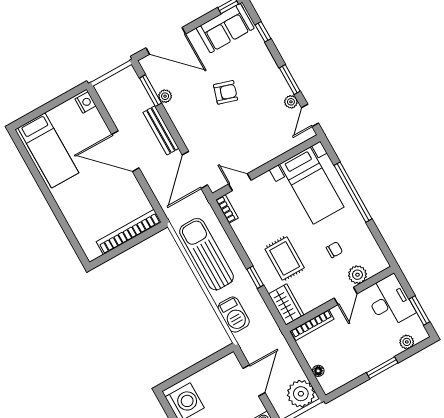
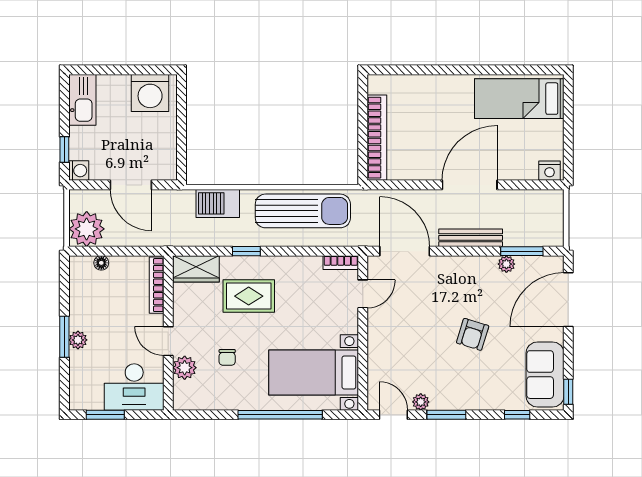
plant: (407, 342) -> (78, 340), moved

